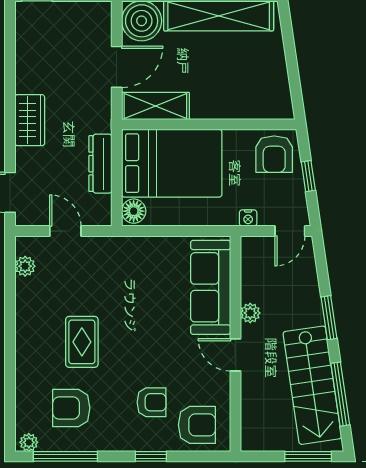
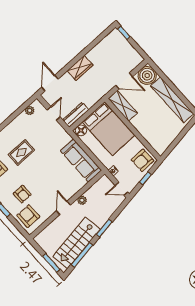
dresser: (100, 164) -> (76, 115), moved
sofa: (211, 287) -> (81, 161), moved, turned -90
armchair: (197, 425) -> (28, 216), turned 180

